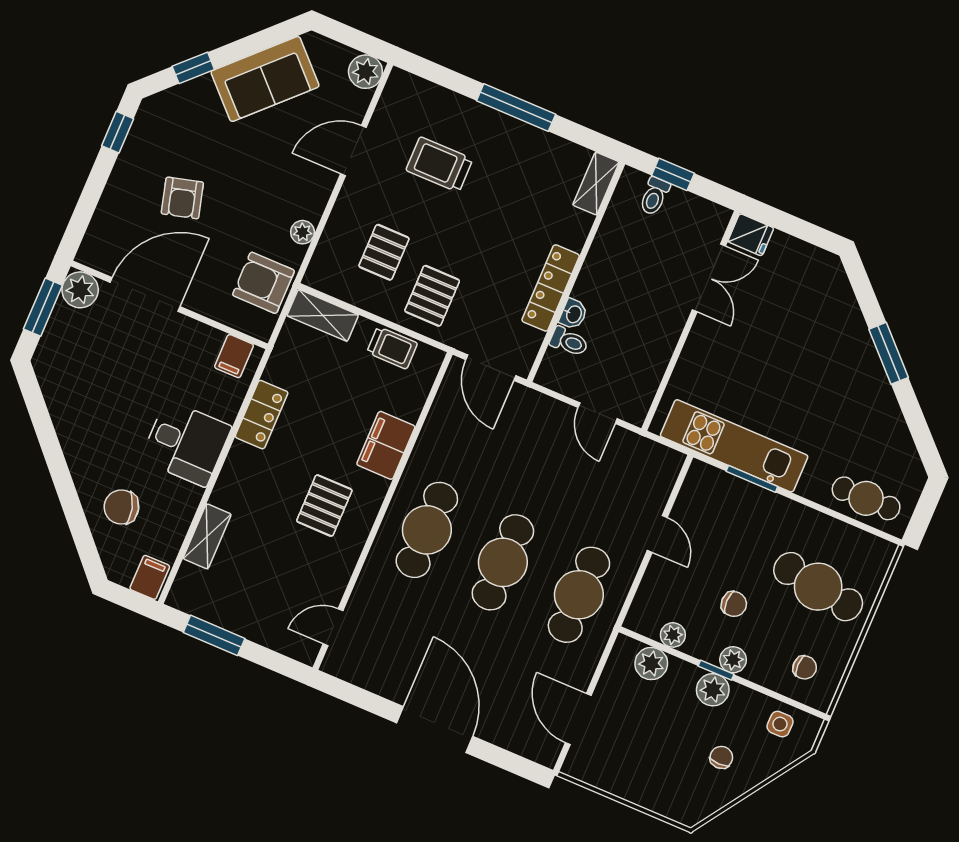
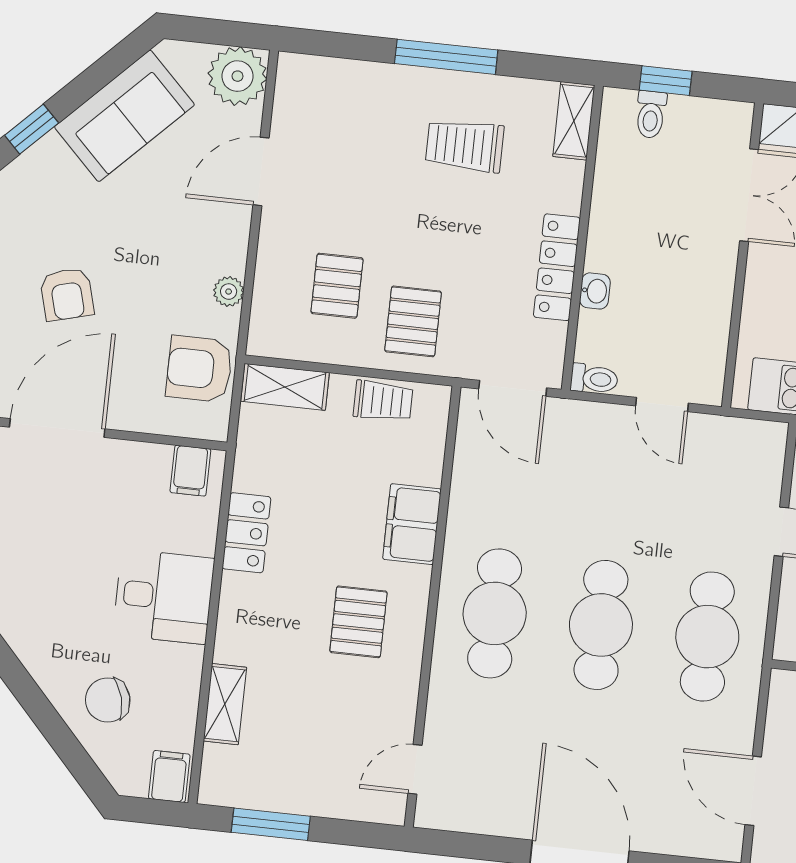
plant: (365, 72) -> (237, 76), width x1.36, depth x1.36
trolley: (439, 165) -> (465, 146), moved
toilet: (569, 342) -> (594, 379), moved

